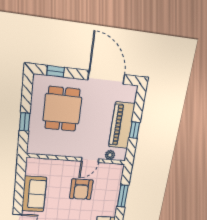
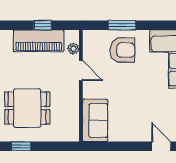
window: (25, 122) -> (21, 146), moved
armchair: (81, 189) -> (122, 50), moved
sofa: (34, 194) -> (95, 120), moved, turned 90

